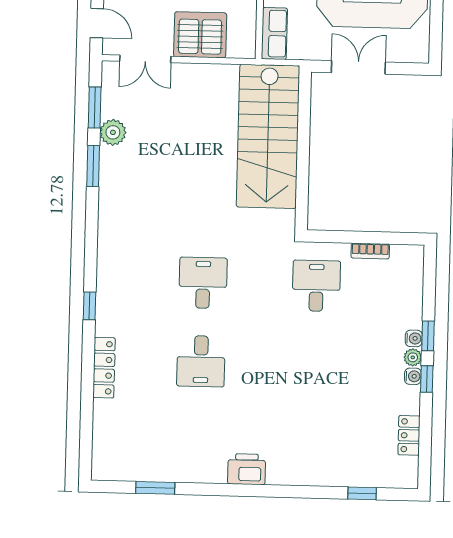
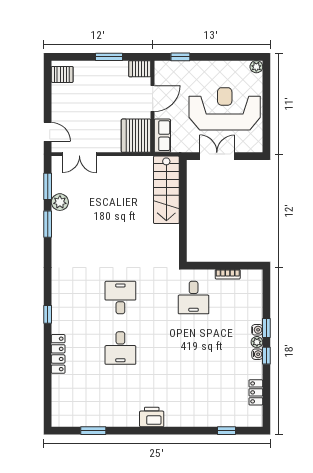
server rack: (200, 35) -> (136, 136), moved, turned -90
stairs: (268, 136) -> (166, 190), width x0.73, depth x0.66
desk: (316, 286) -> (194, 298), turned 180

